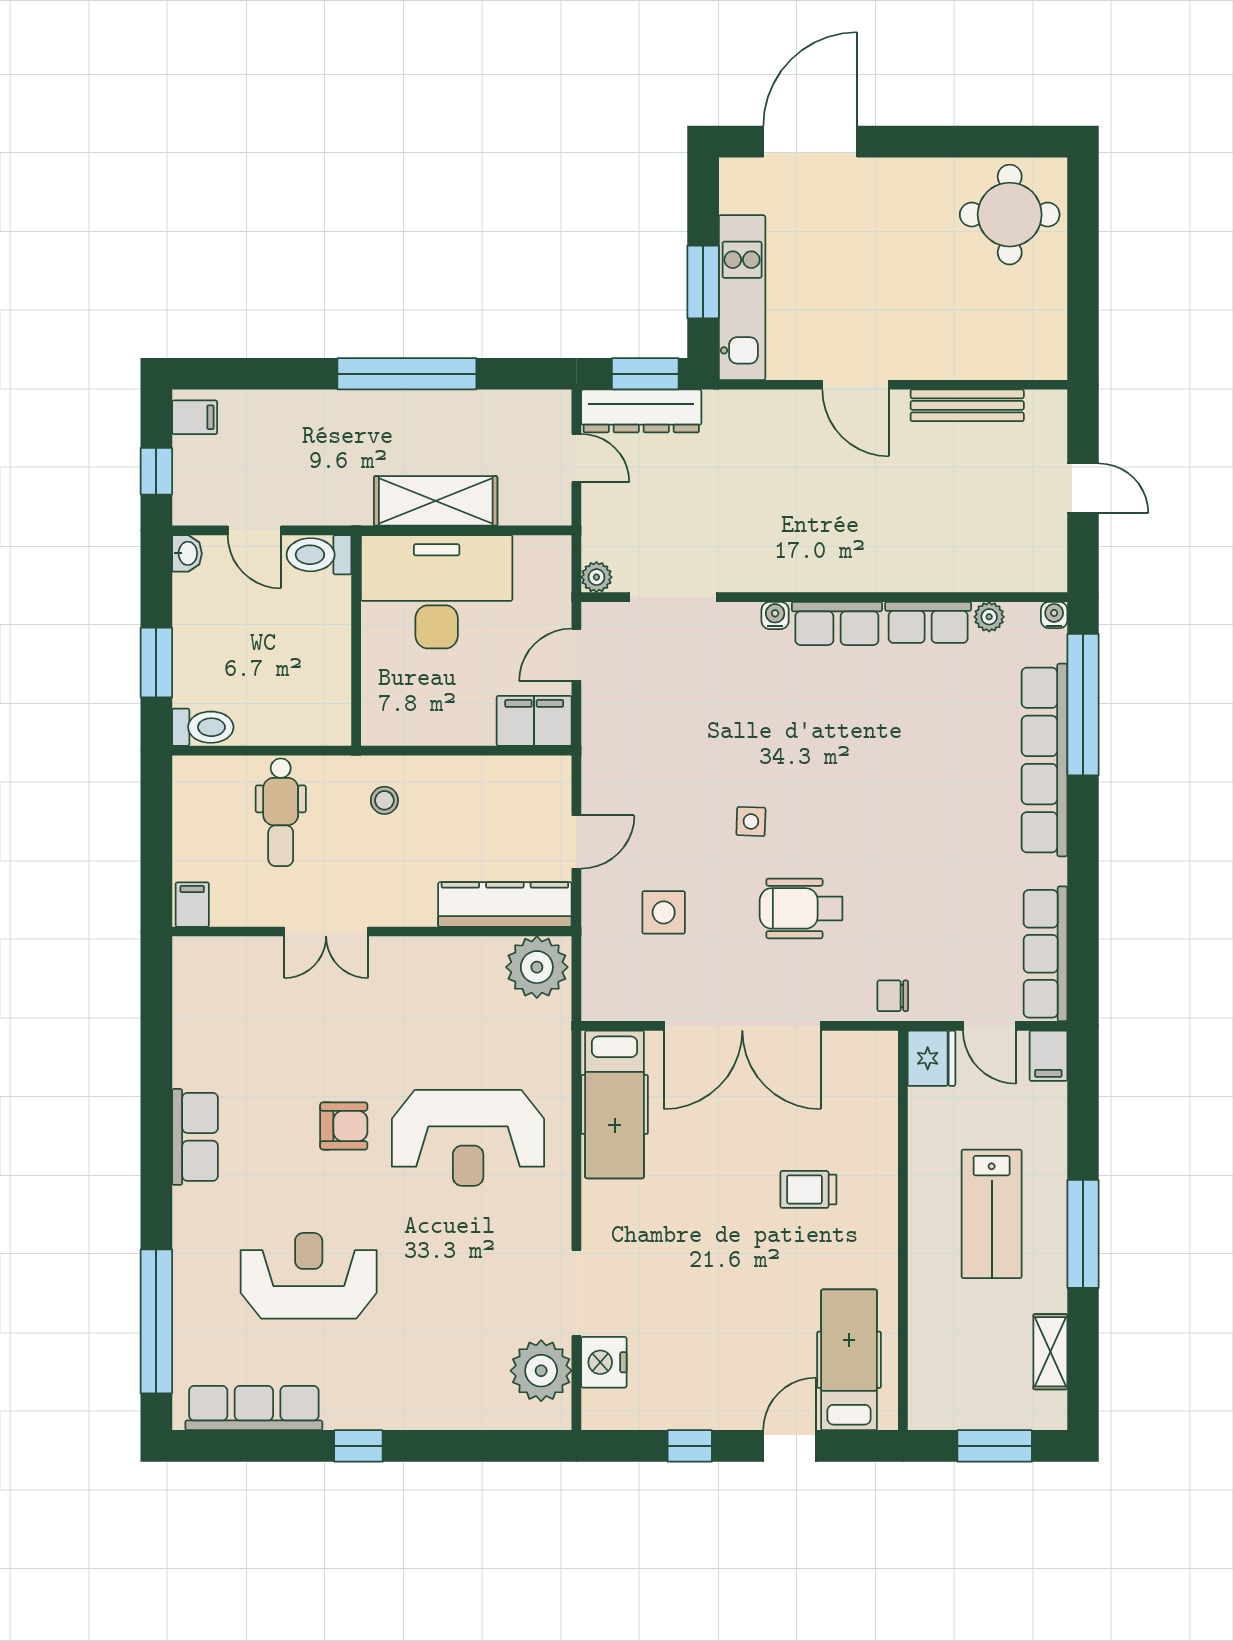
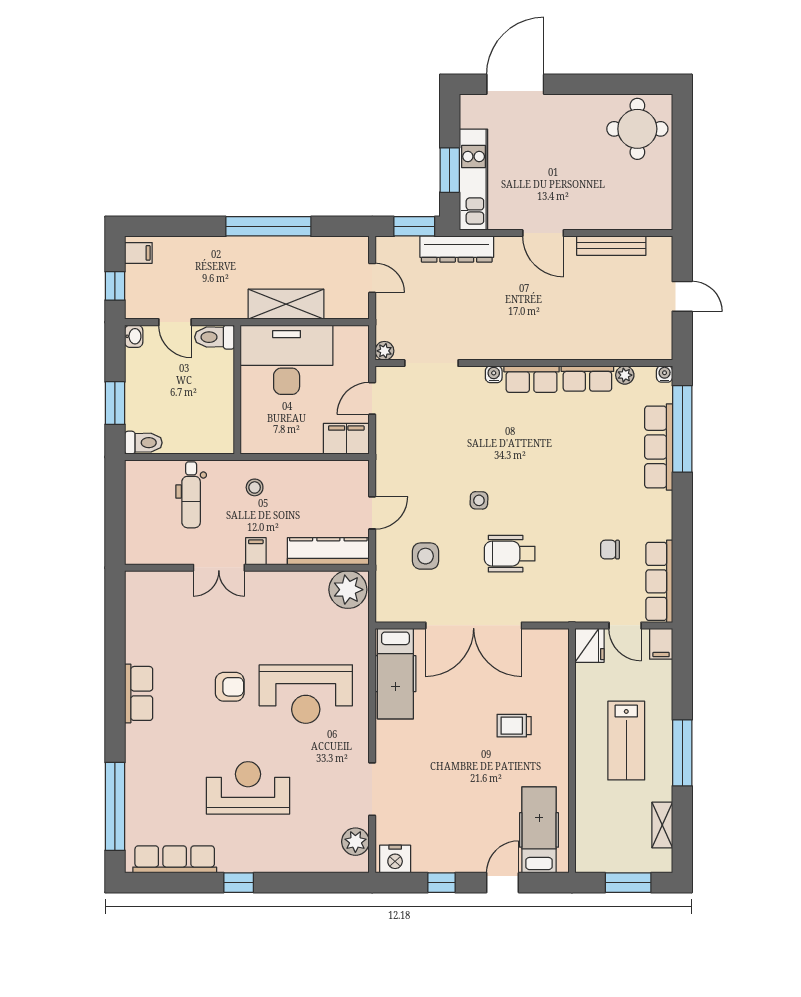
dresser: (641, 411) -> (457, 249), moved
row of seats: (1044, 760) -> (659, 447), width x0.73
filing cabinet: (192, 905) -> (256, 551), moved
chair: (893, 996) -> (610, 550), moved
reception desk: (309, 1276) -> (248, 788), moved
nightstand: (604, 1362) -> (395, 859), moved, turned -90
plant: (541, 1371) -> (355, 842), width x0.73, depth x0.73

